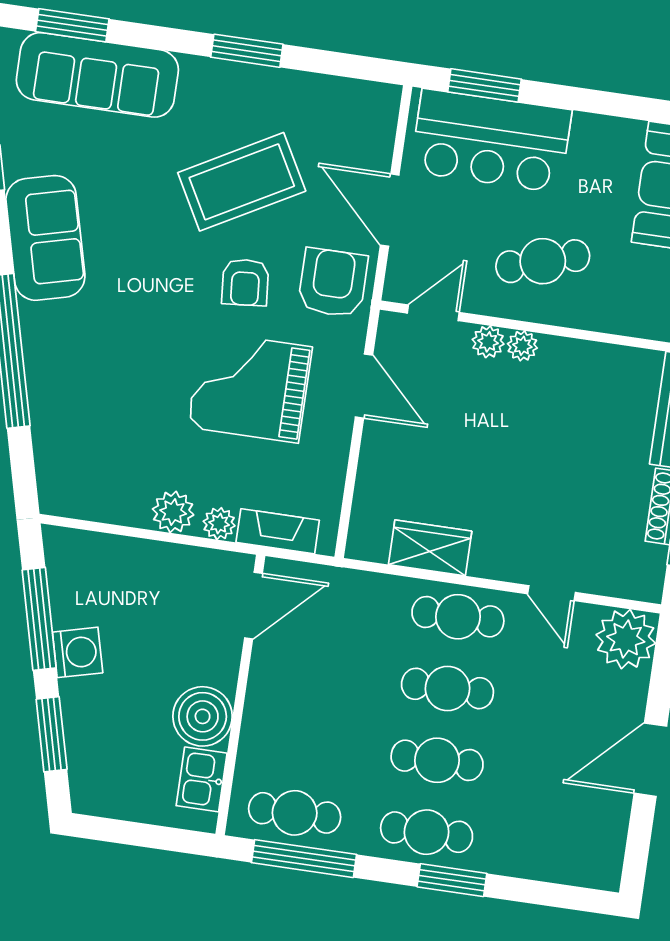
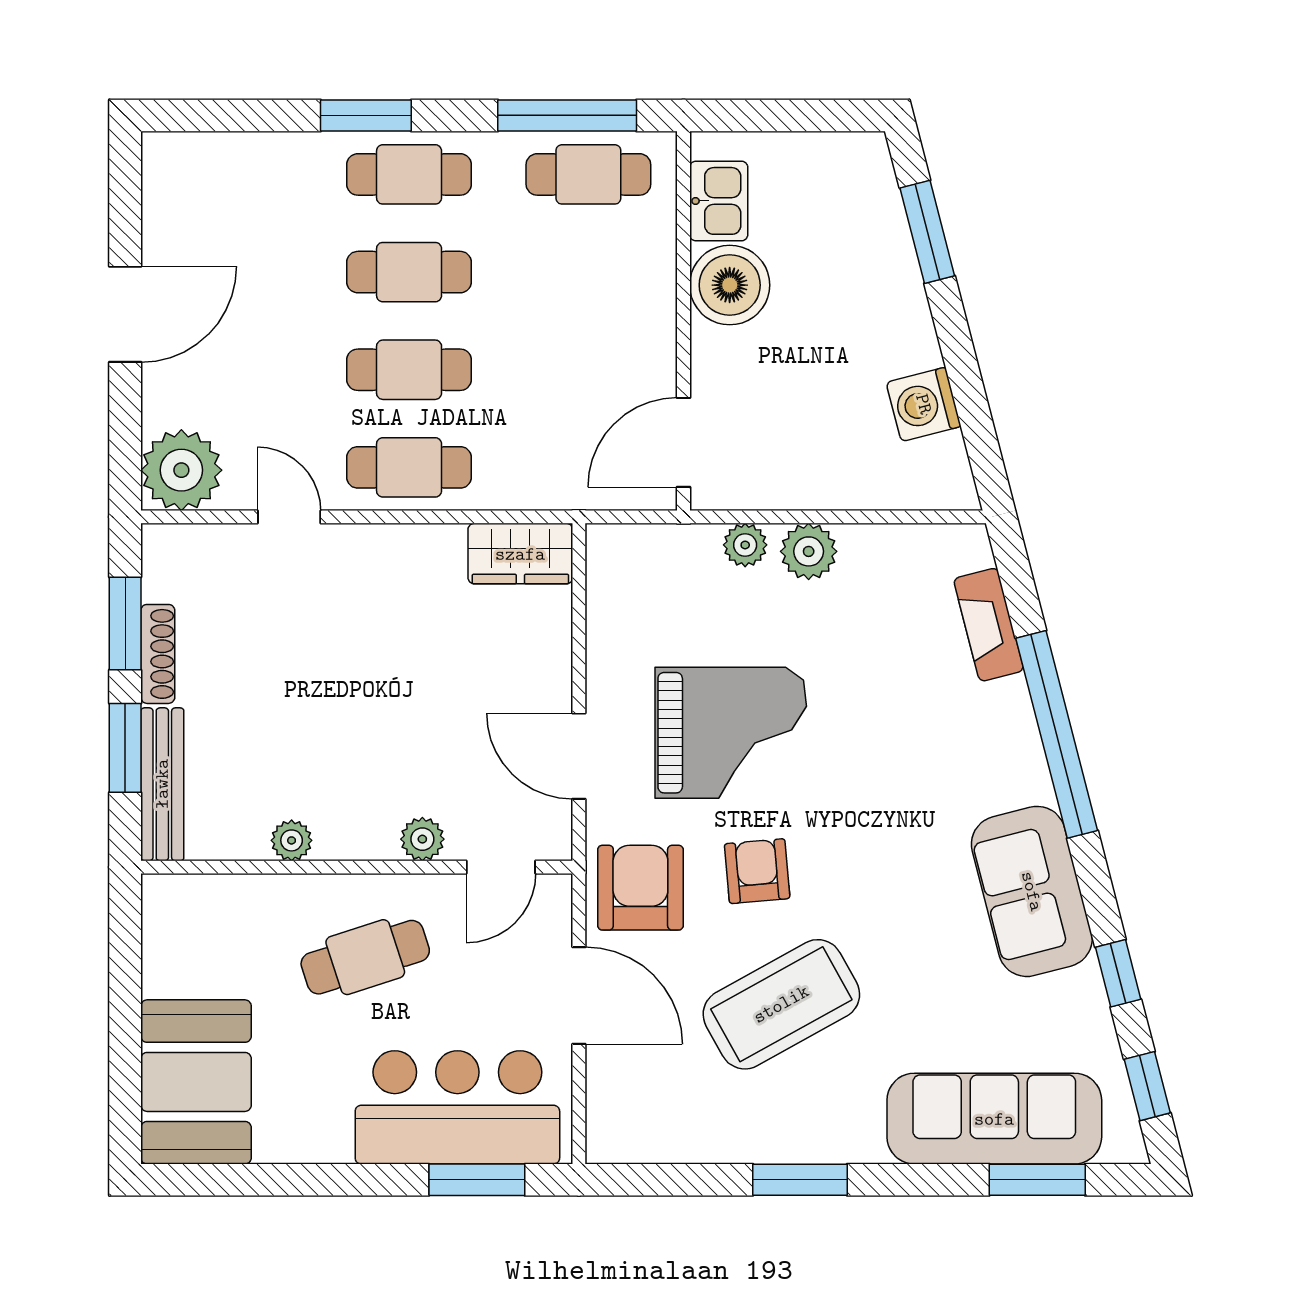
armchair: (333, 283) -> (640, 888), turned 180
plant: (522, 346) -> (292, 840), moved
fireplace: (278, 531) -> (989, 625), moved, turned 76
wardrobe: (430, 548) -> (520, 554), moved
window: (39, 619) -> (966, 383), removed
washing machine: (78, 652) -> (924, 404), moved

